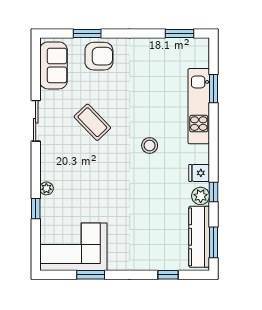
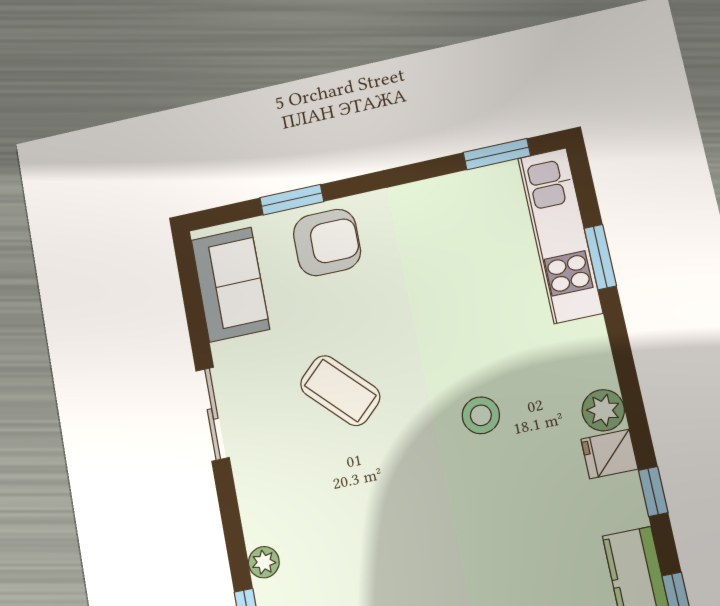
kitchen unit: (199, 106) -> (560, 235), moved
plant: (201, 196) -> (603, 410), moved

